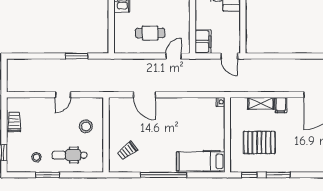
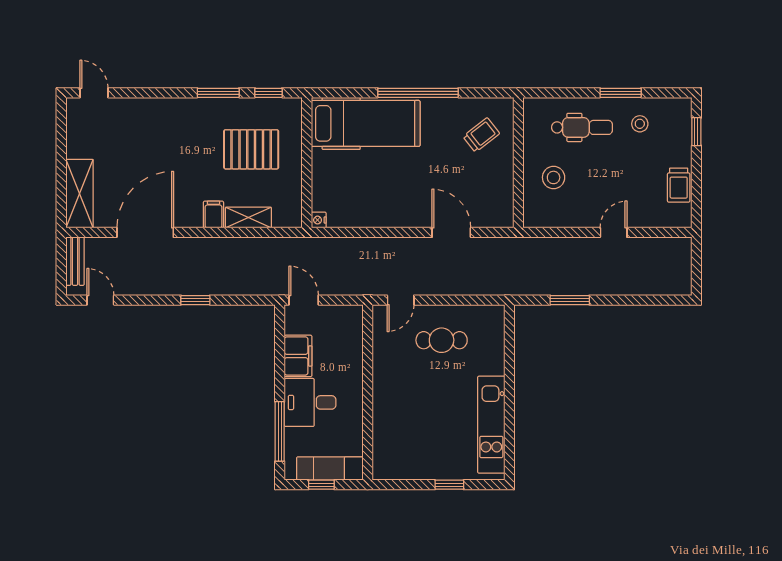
filing cabinet: (203, 42) -> (298, 356), moved, turned 180
window: (291, 56) -> (195, 300), added
door: (63, 95) -> (614, 232), moved
hospital bed: (201, 161) -> (366, 123), width x1.37, depth x1.29

